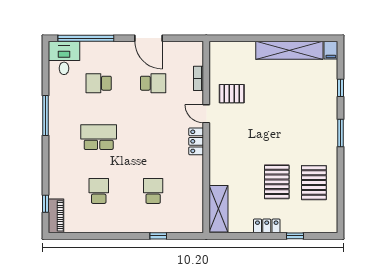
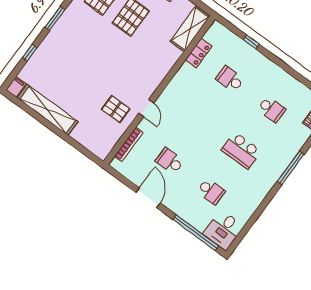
bookcase: (198, 78) -> (129, 144), width x1.56
window: (46, 116) -> (291, 168), moved
locker: (196, 141) -> (199, 53), moved
school desk: (99, 191) -> (271, 109), turned -90
school desk: (153, 191) -> (230, 79), turned 90

